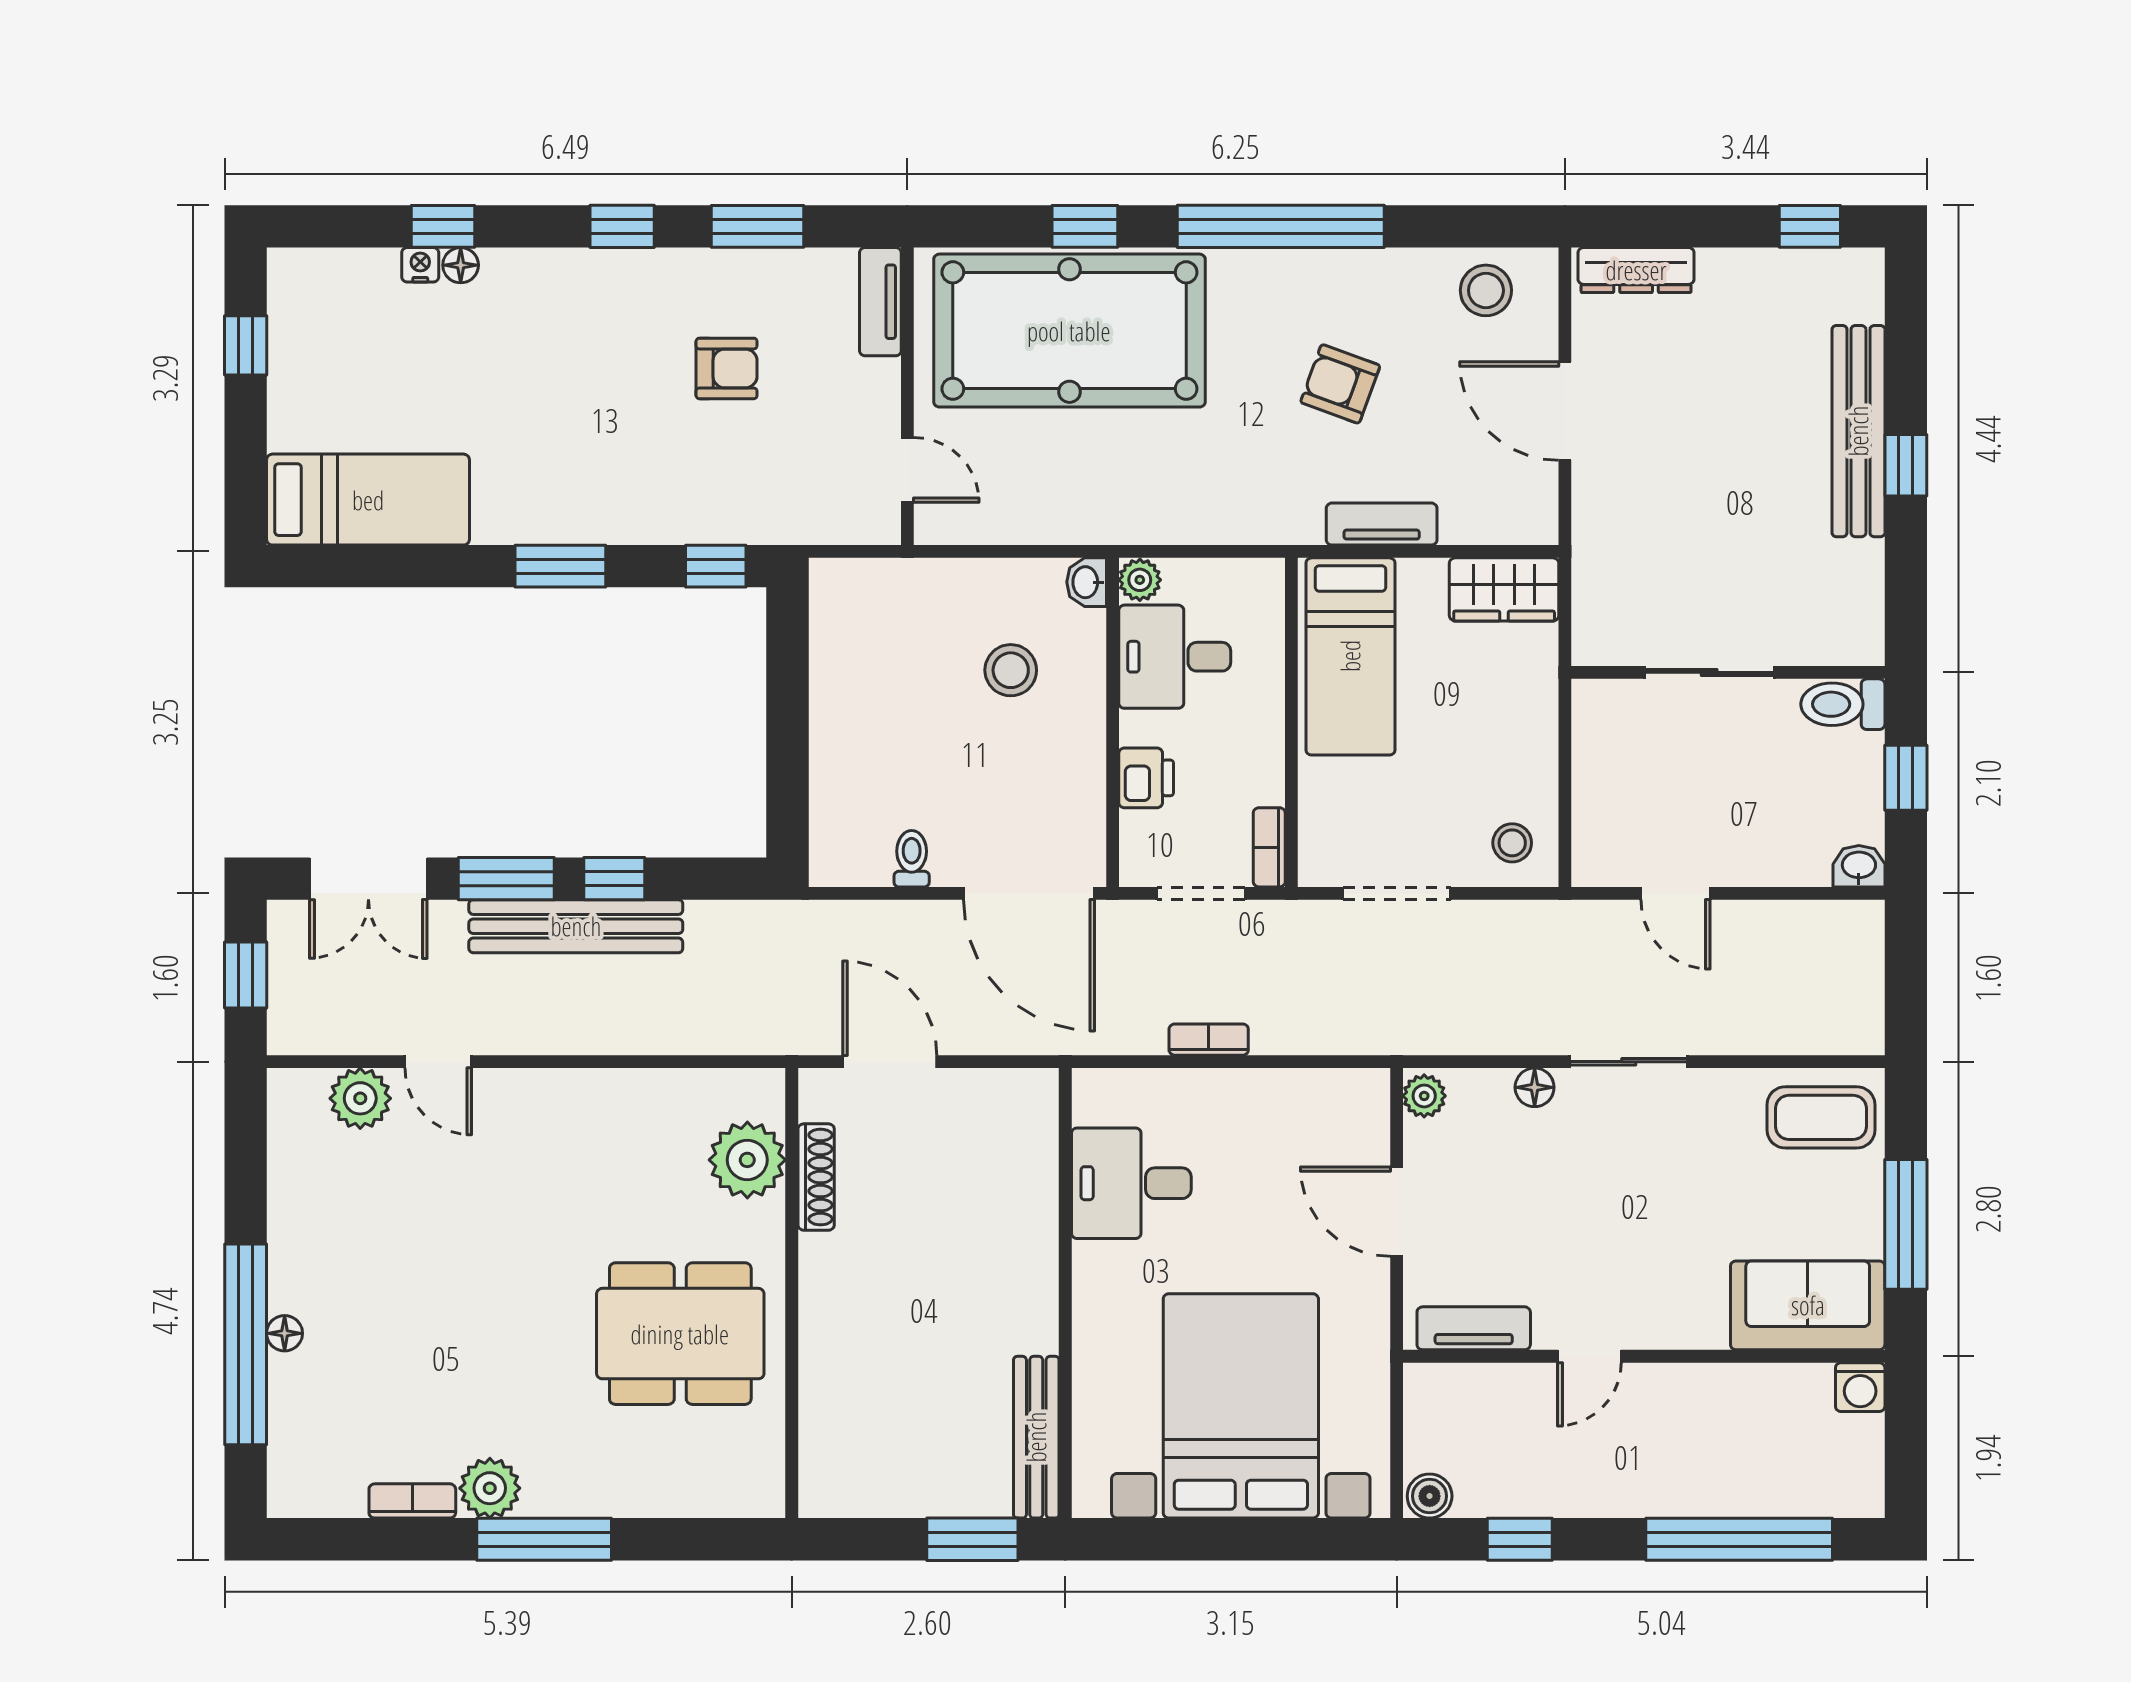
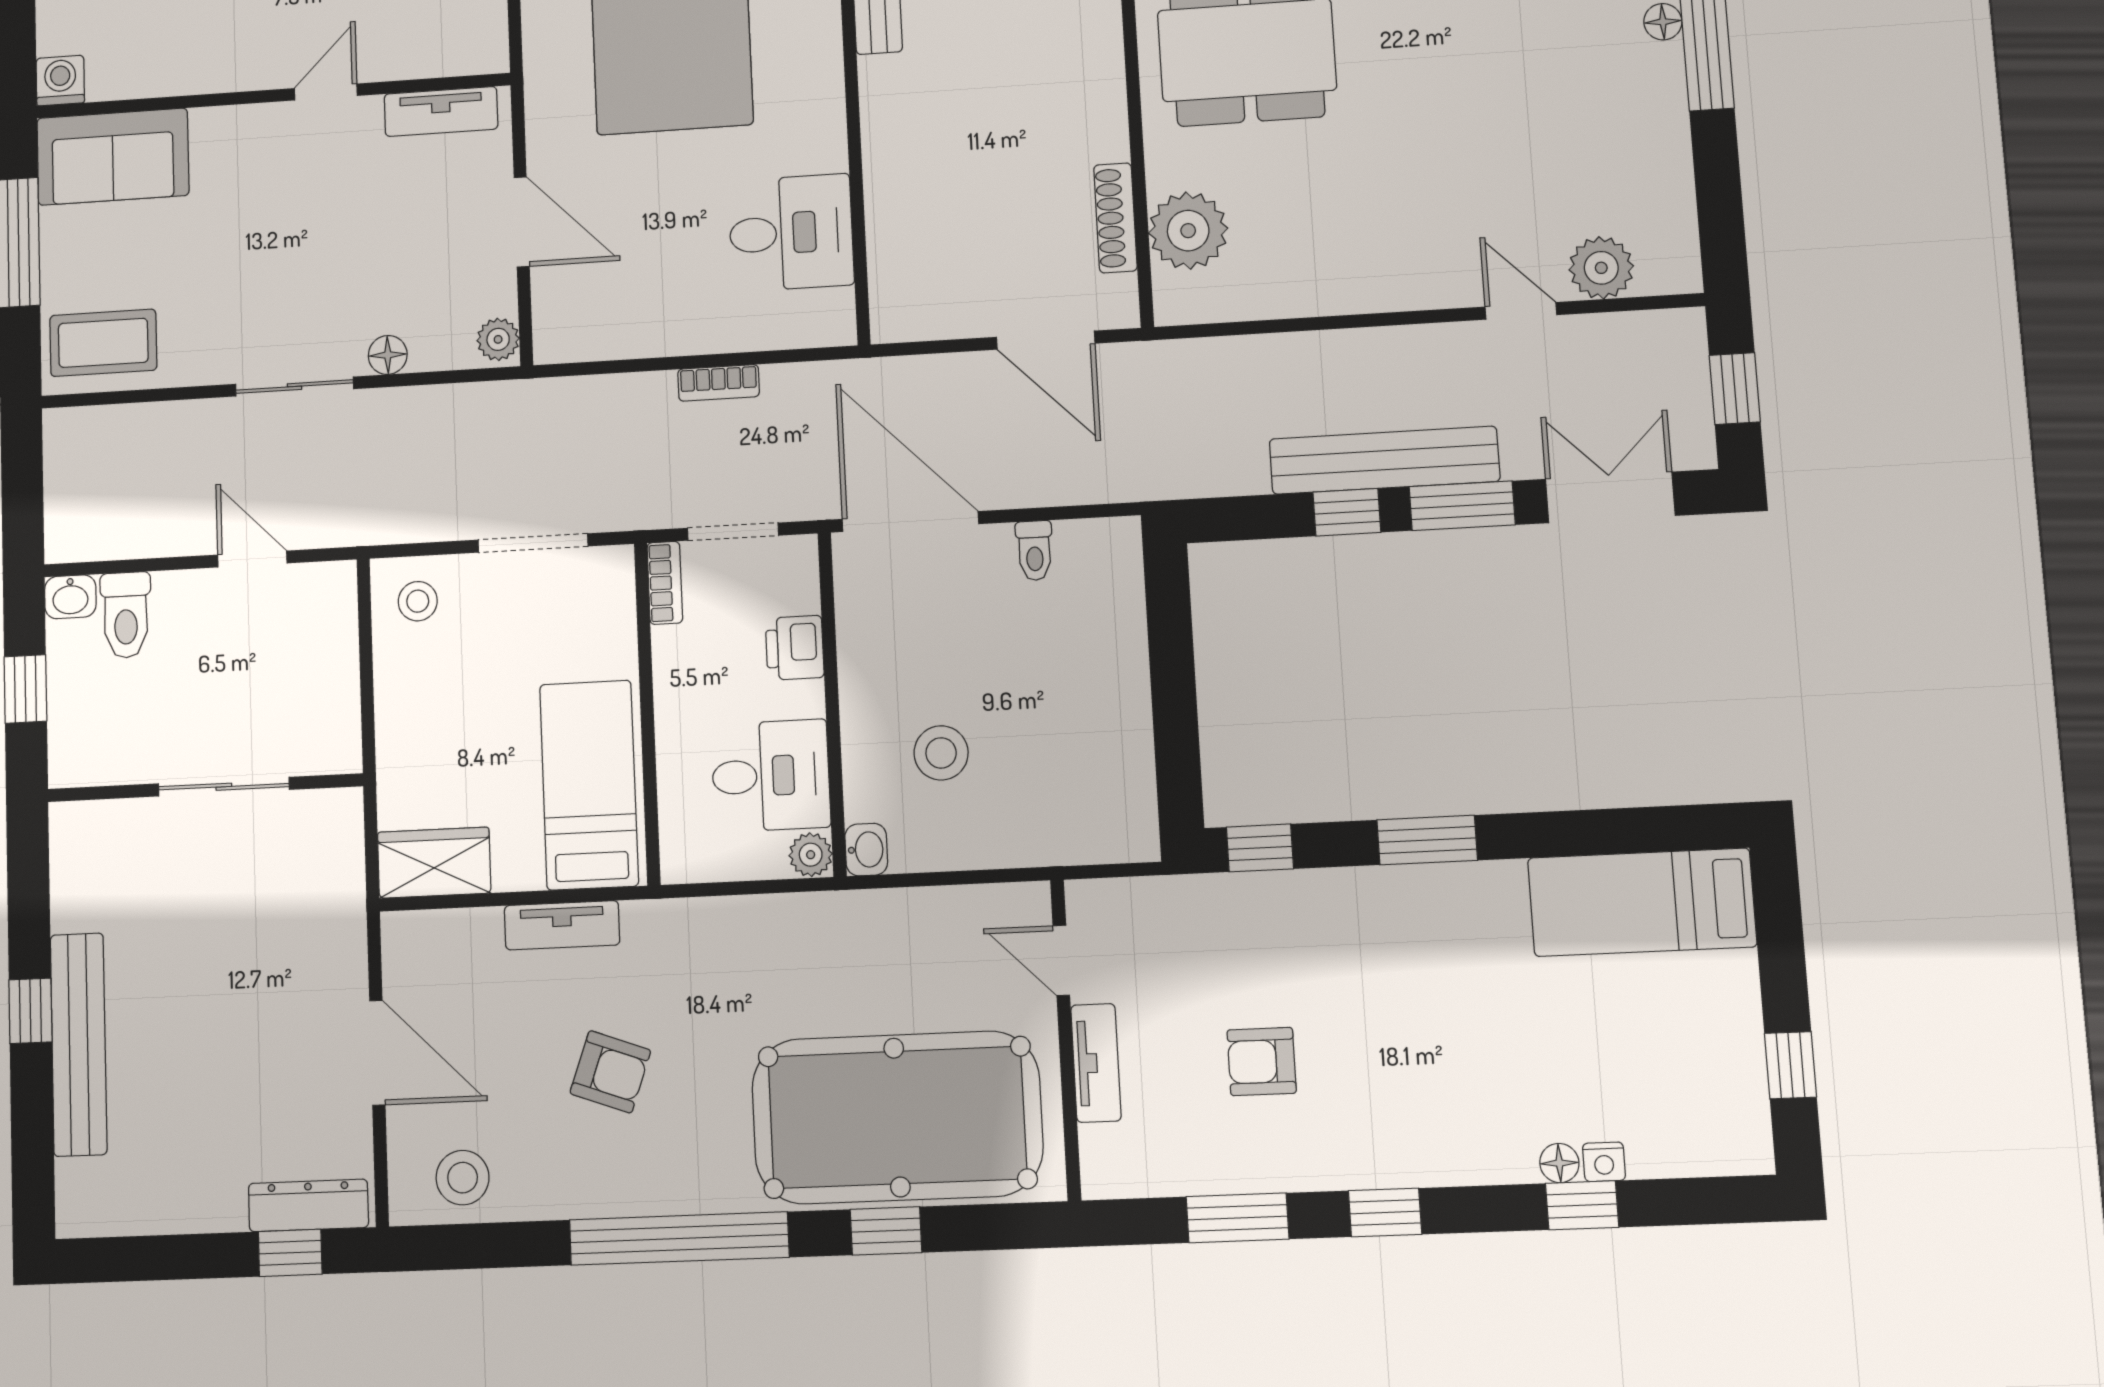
window: (1810, 226) -> (290, 1253), moved
tv unit: (880, 302) -> (1096, 1063), moved
toilet: (1843, 704) -> (126, 615), moved, turned 90

